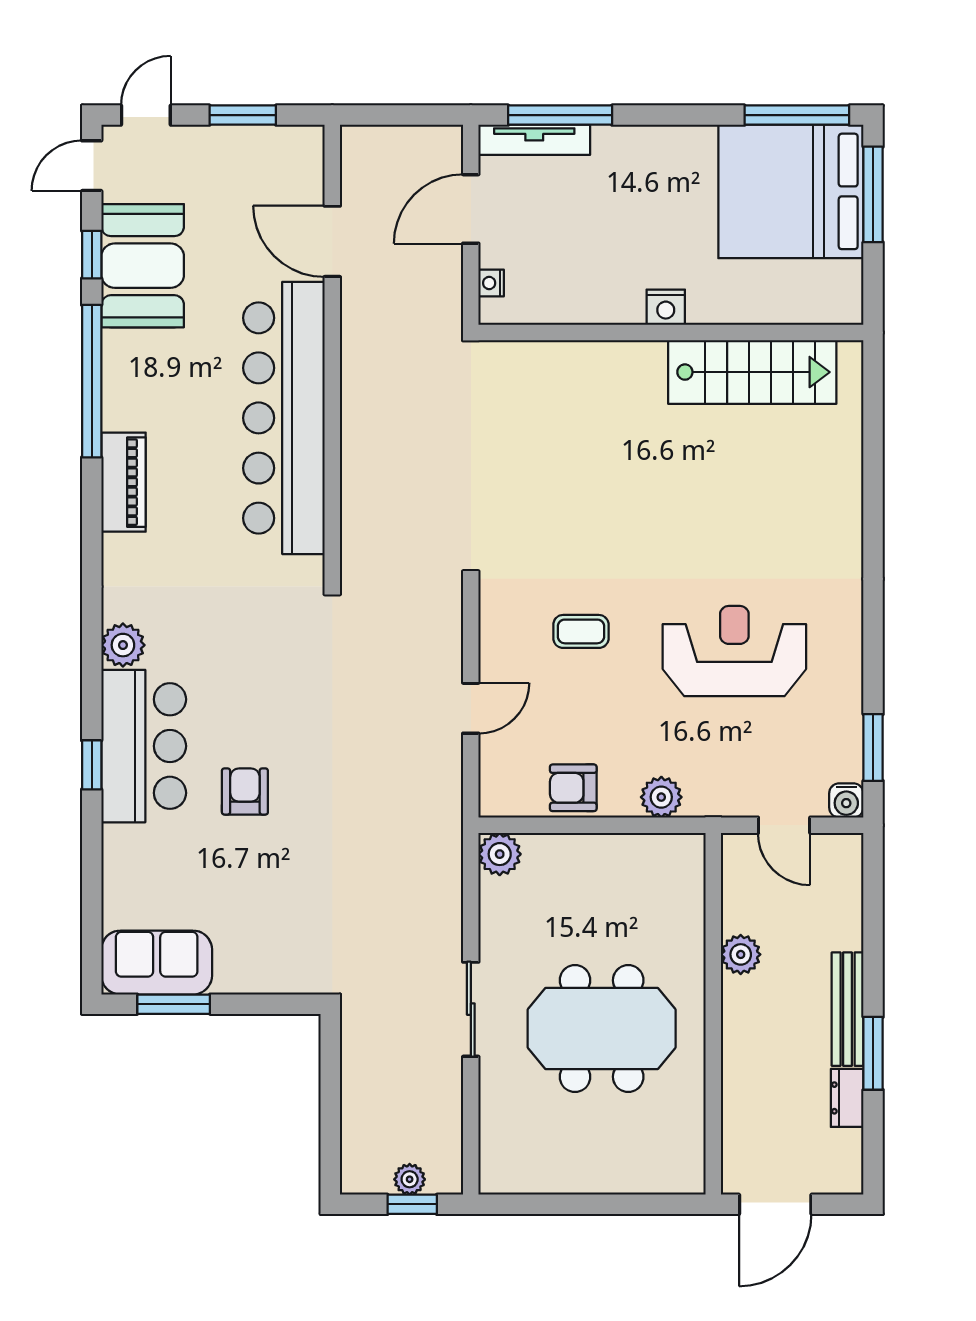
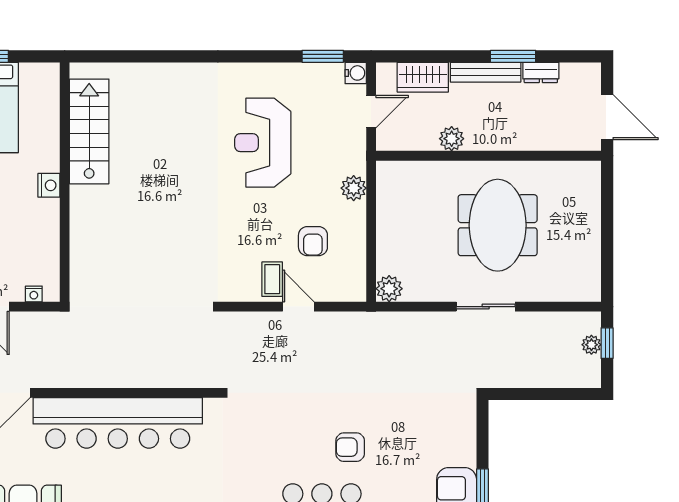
coffee table: (581, 631) -> (272, 279), moved
armchair: (573, 788) -> (313, 241), moved
wardrobe: (840, 908) -> (423, 77), added

